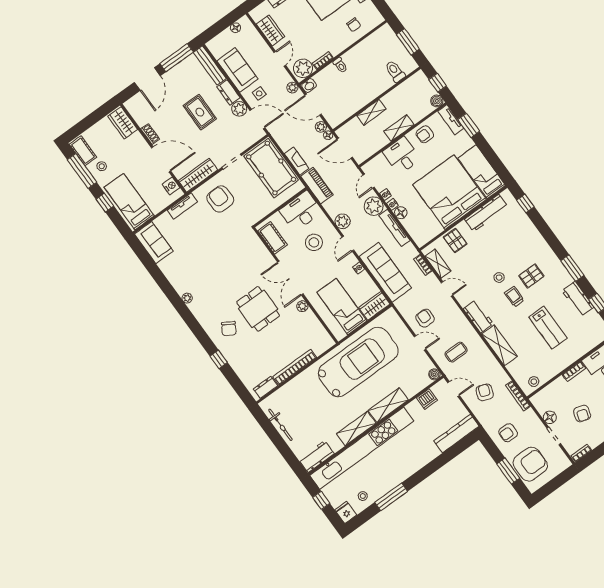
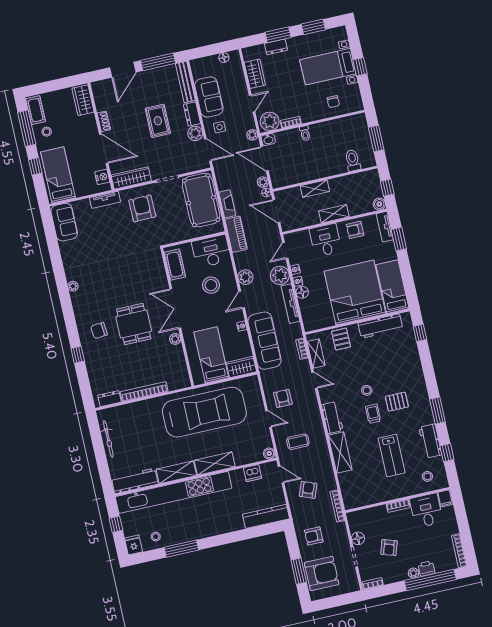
chair: (229, 329) -> (99, 331), turned 54
stool: (534, 382) -> (427, 476), moved
workbench: (316, 457) -> (135, 481), width x1.38

